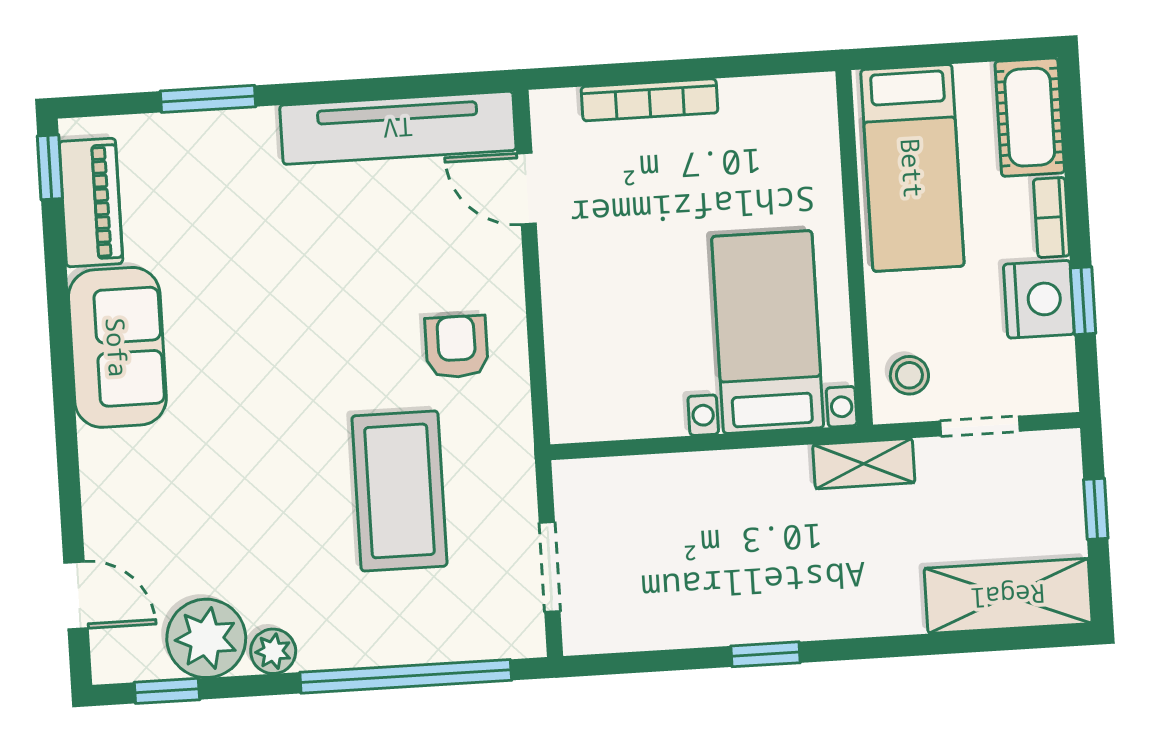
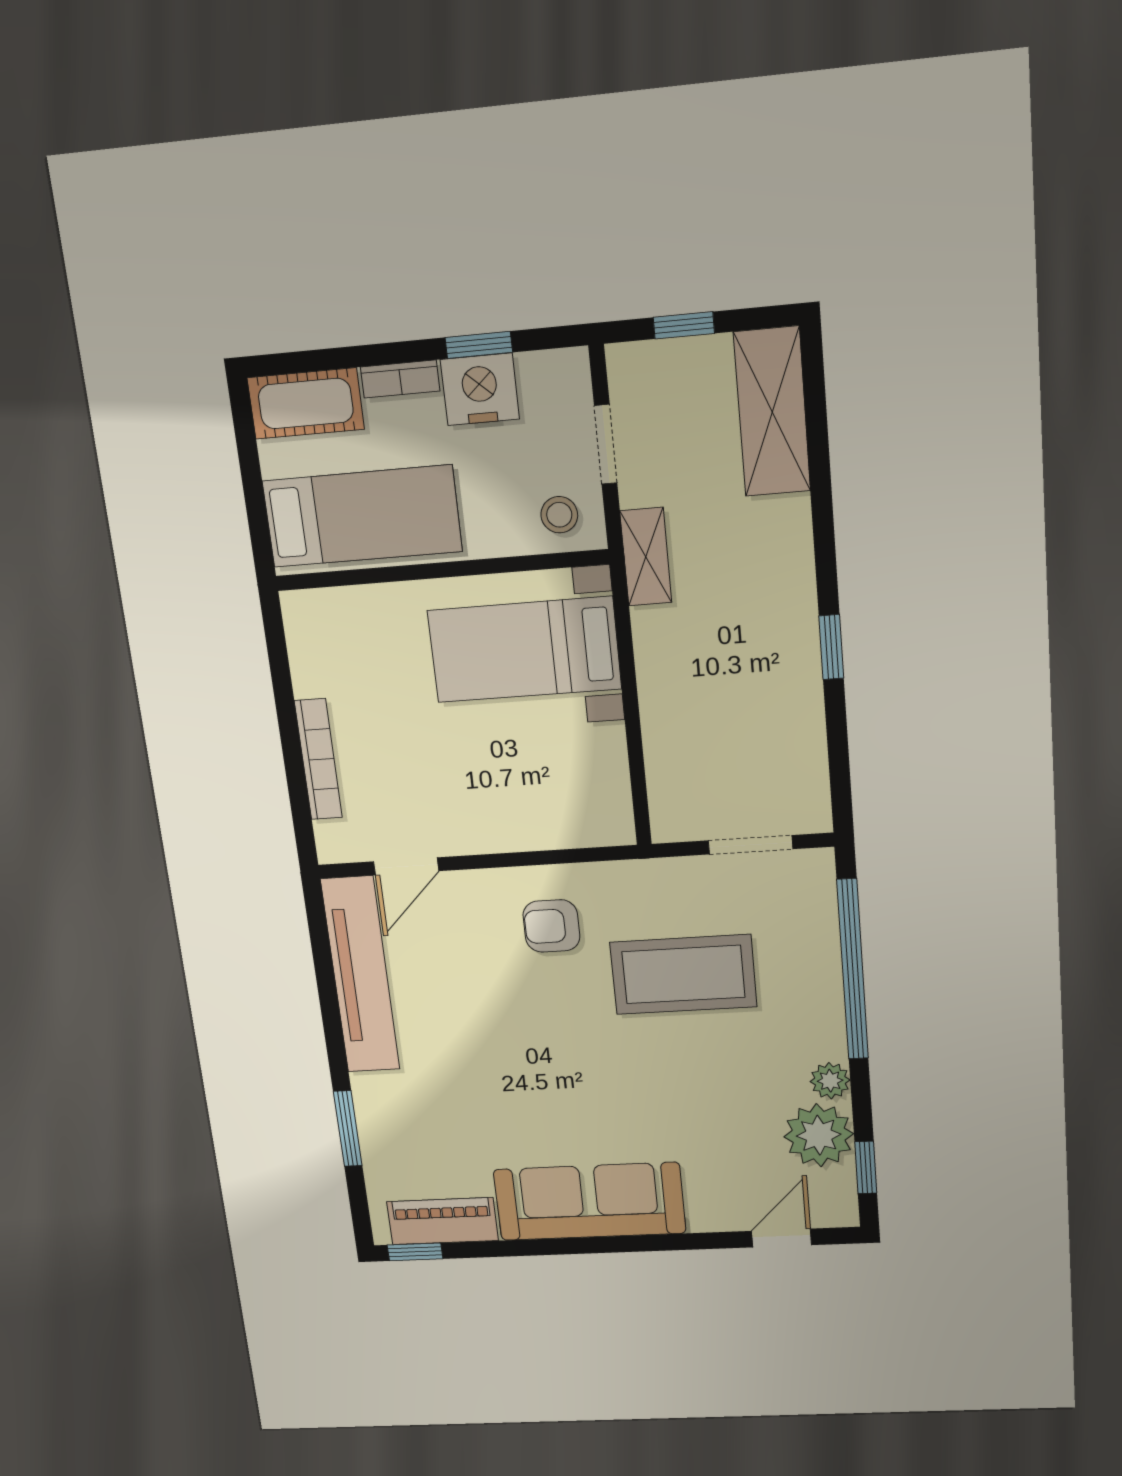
sofa: (117, 347) -> (590, 1201), width x1.36

